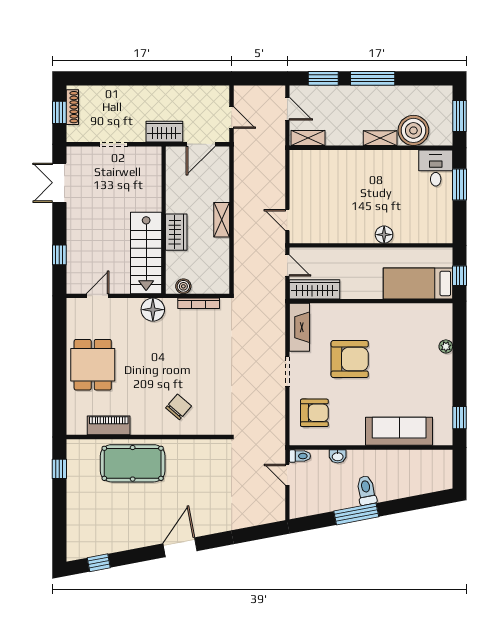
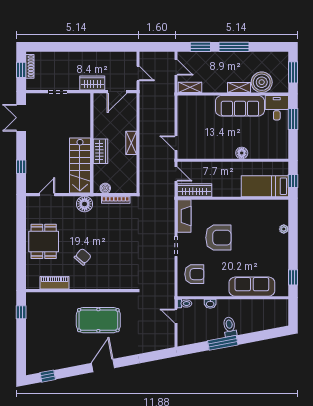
sofa: (382, 165) -> (240, 106), added
chair: (178, 407) -> (83, 257), moved
pool table: (133, 463) -> (98, 320), moved

